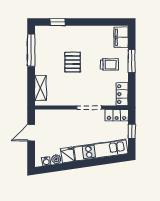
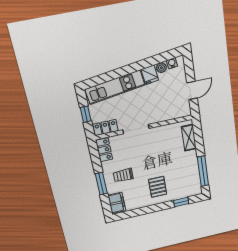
pallet: (73, 62) -> (158, 187), moved

